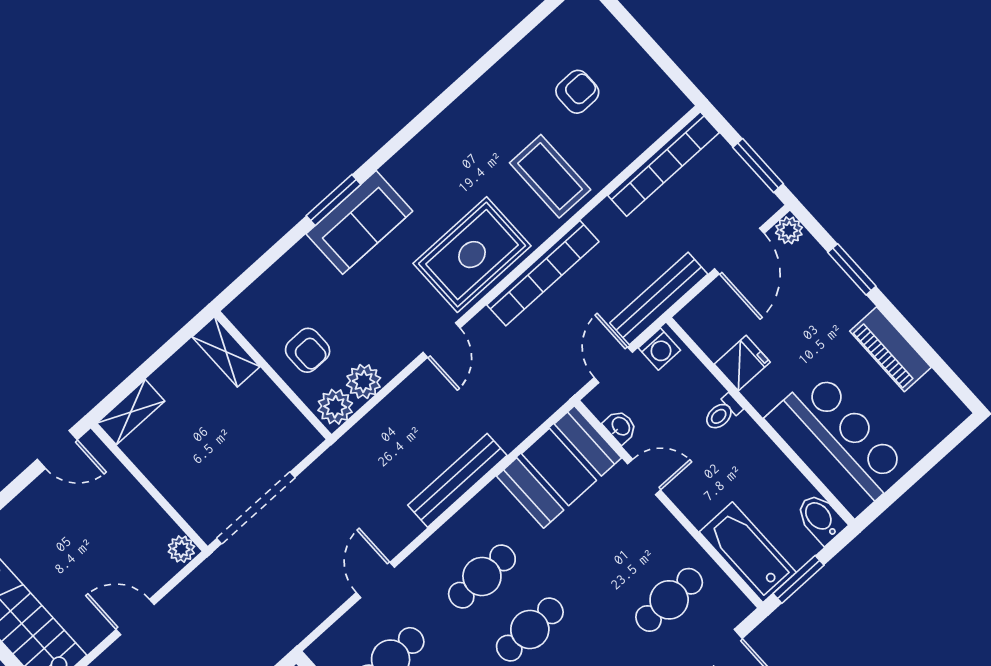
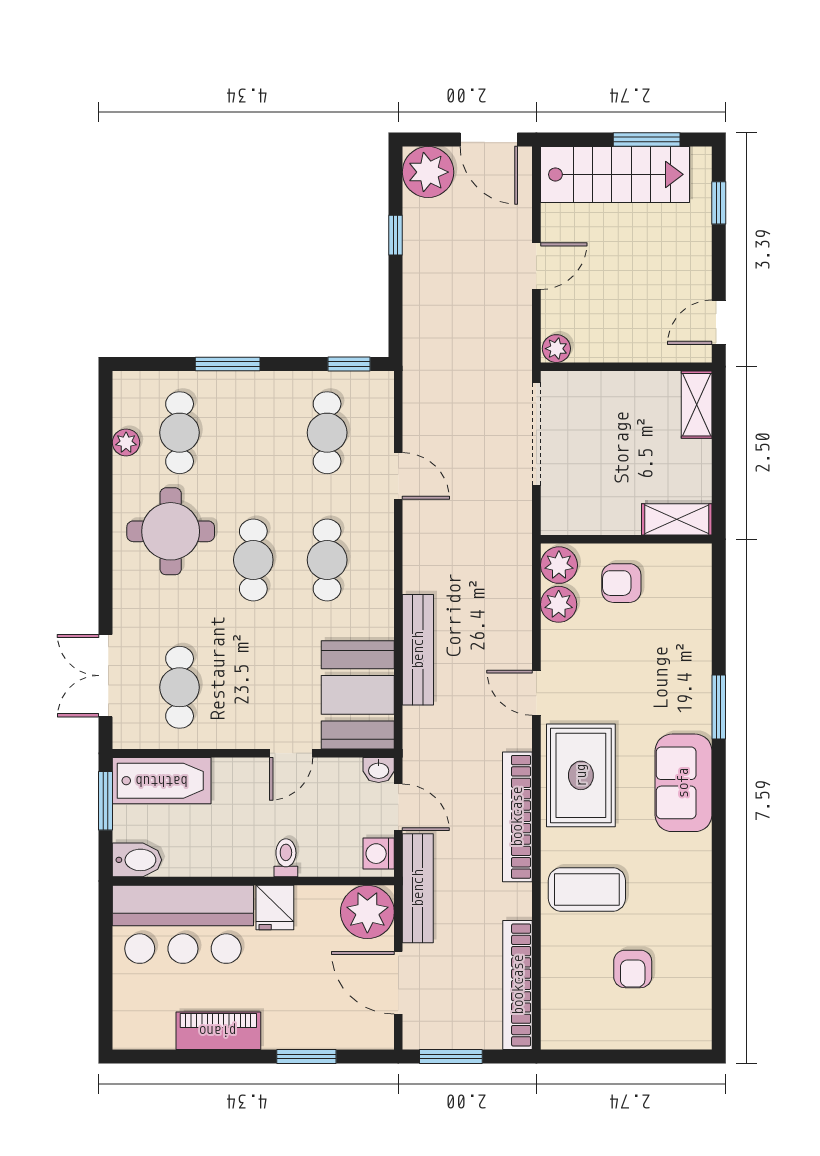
sofa: (359, 222) -> (683, 783), moved
plant: (789, 230) -> (367, 912), moved, width x1.88, depth x1.88
fridge: (742, 363) -> (275, 907), moved
washbasin: (620, 427) -> (379, 770), moved
bench: (457, 480) -> (418, 650), moved

